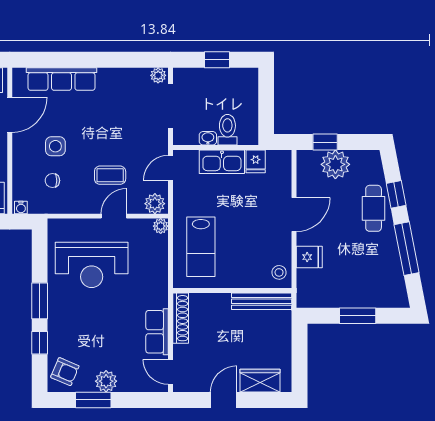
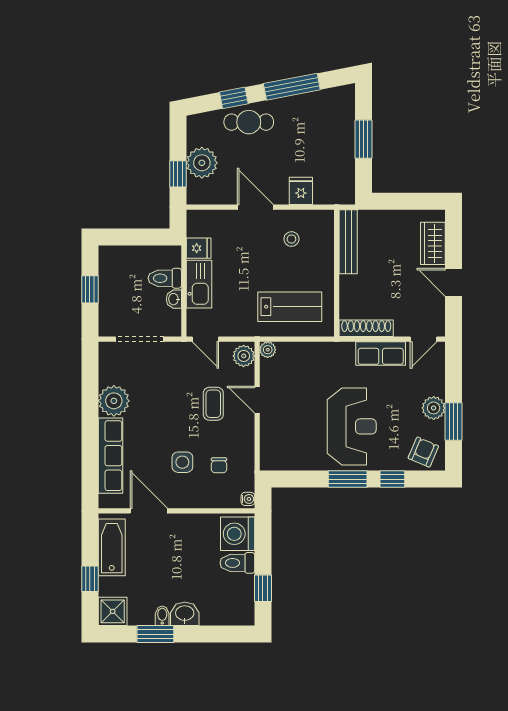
plant: (158, 75) -> (114, 401), moved, width x1.88, depth x1.88
reception desk: (92, 265) -> (352, 426), moved
stool: (279, 272) -> (291, 239), moved

